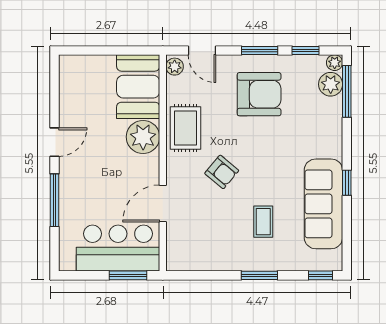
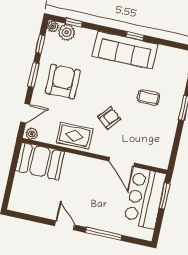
window: (347, 91) -> (74, 22), width x0.46
plant: (143, 137) -> (74, 165), removed
sofa: (323, 204) -> (125, 50), moved

